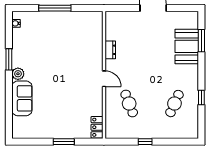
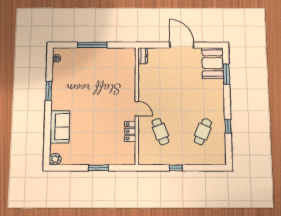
booth: (187, 46) -> (213, 63), moved
dresser: (110, 50) -> (143, 56), moved
plant: (18, 74) -> (55, 159), moved
locker: (97, 127) -> (130, 131), moved

